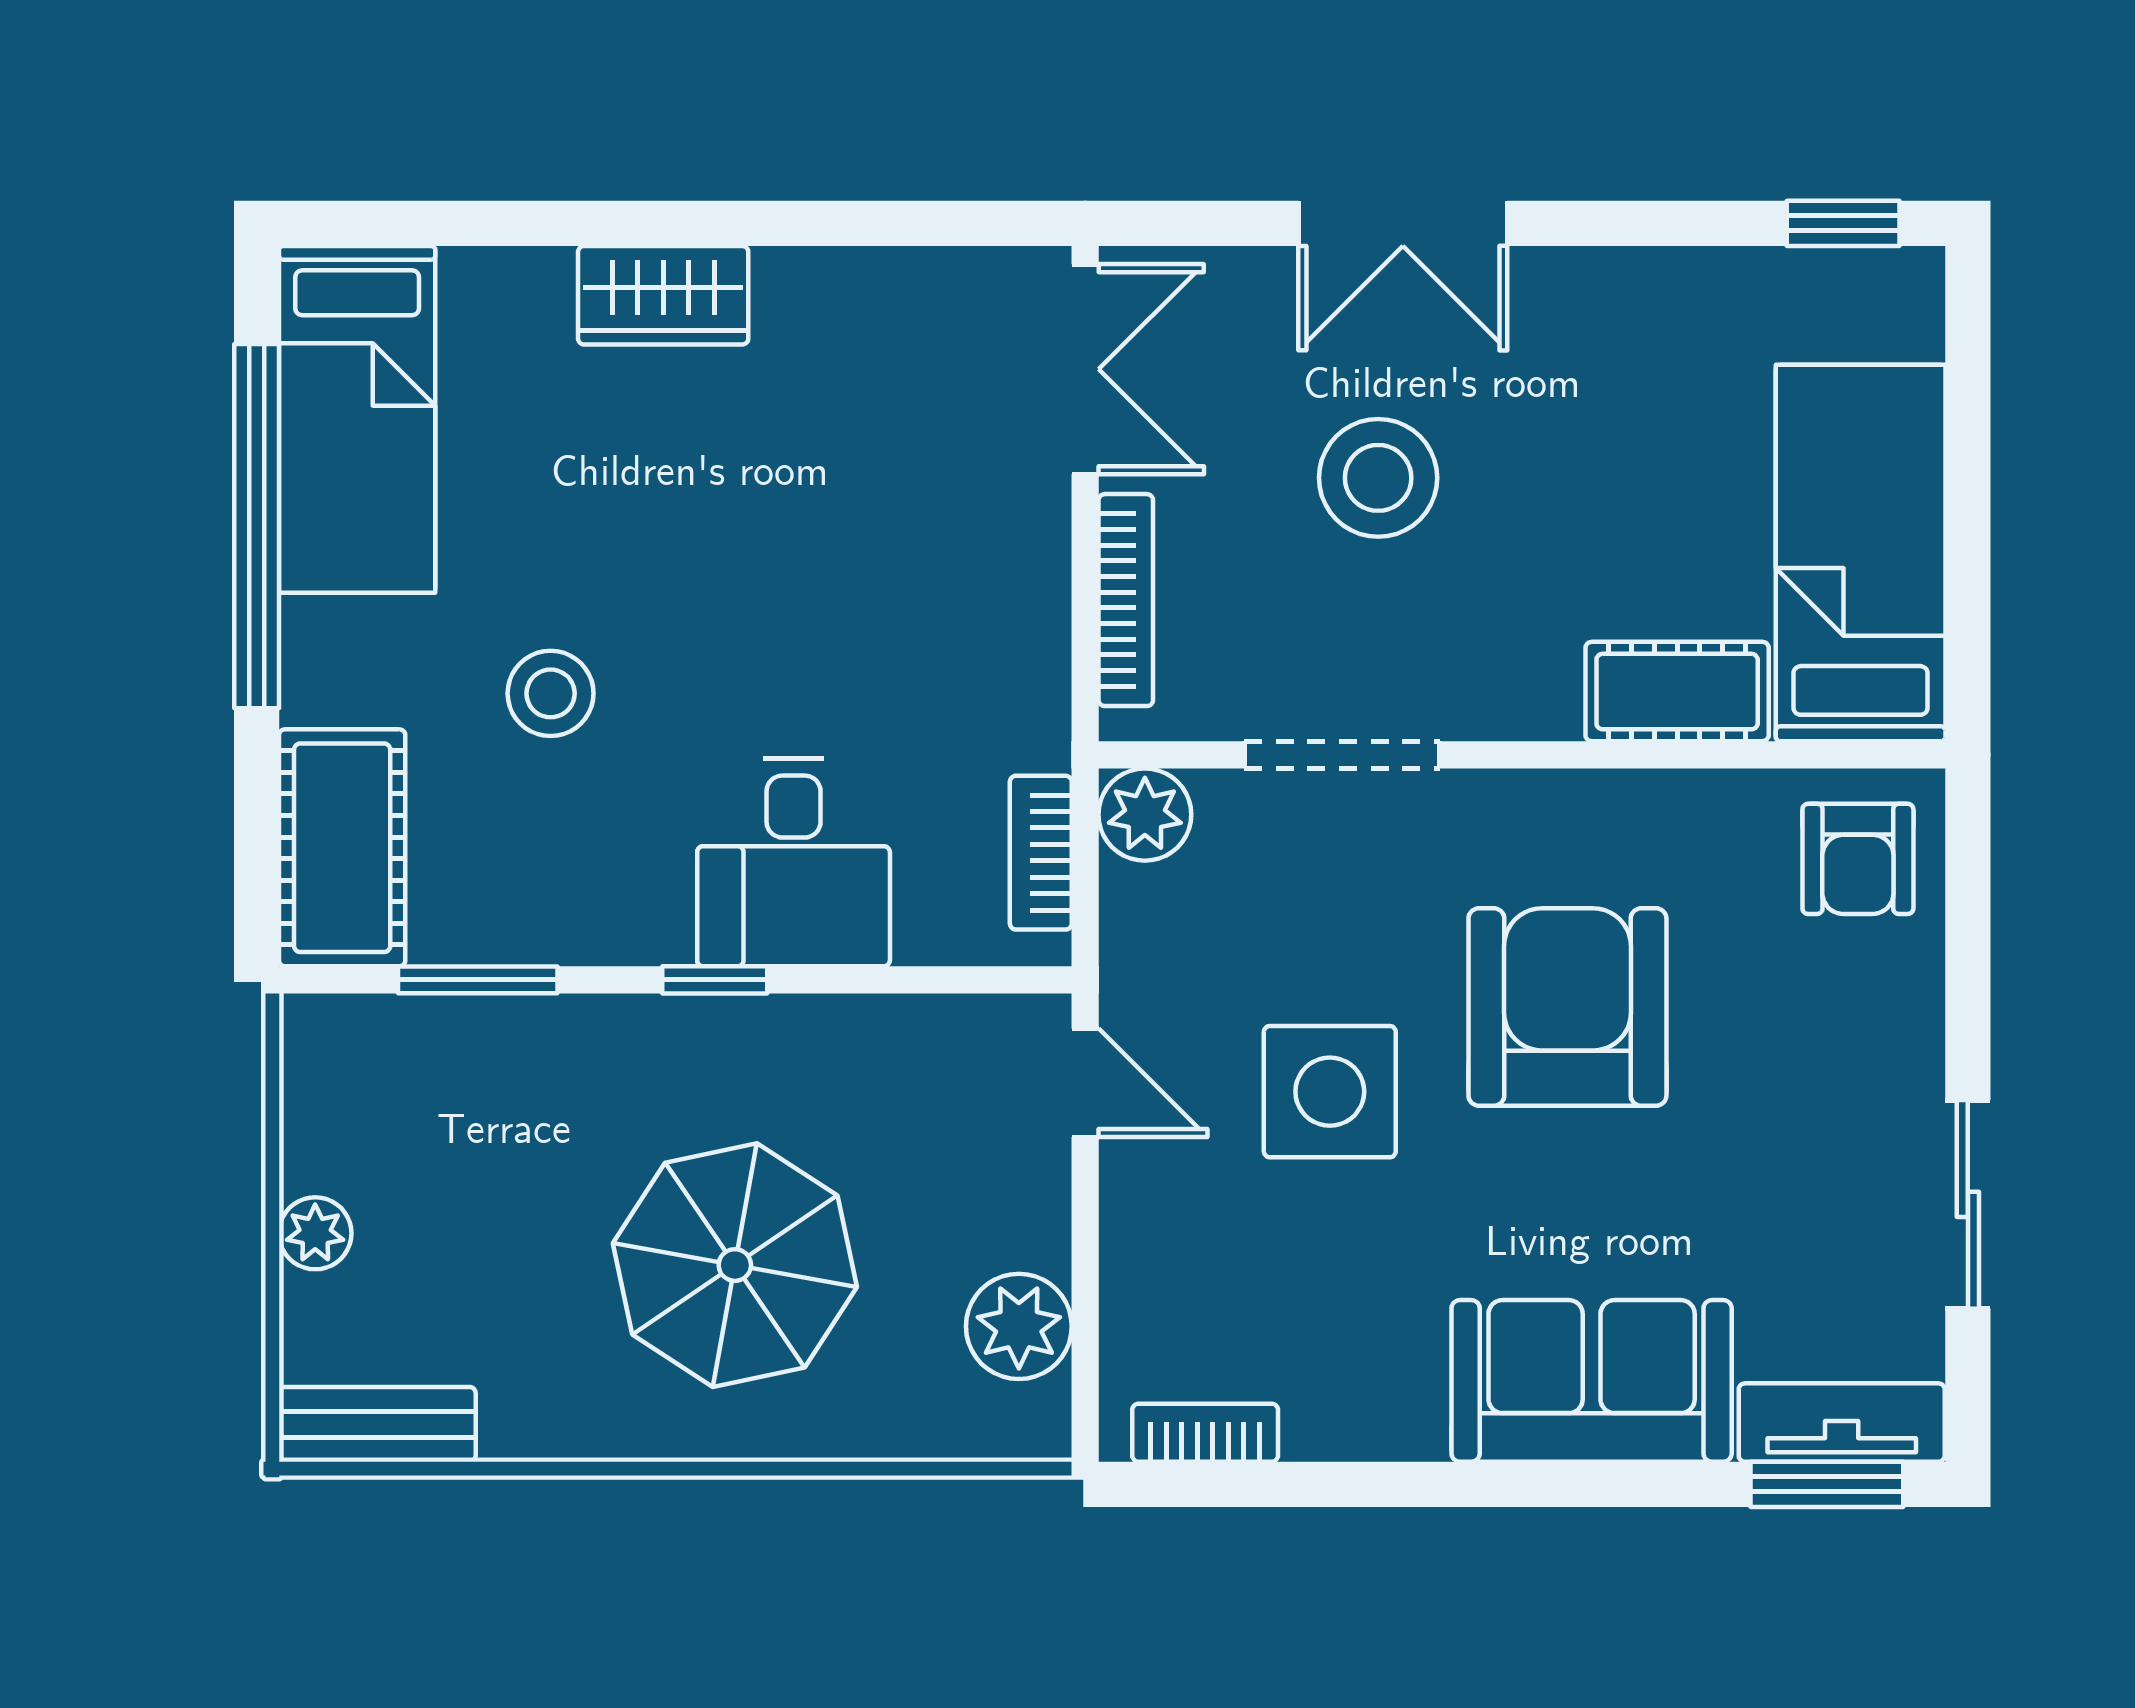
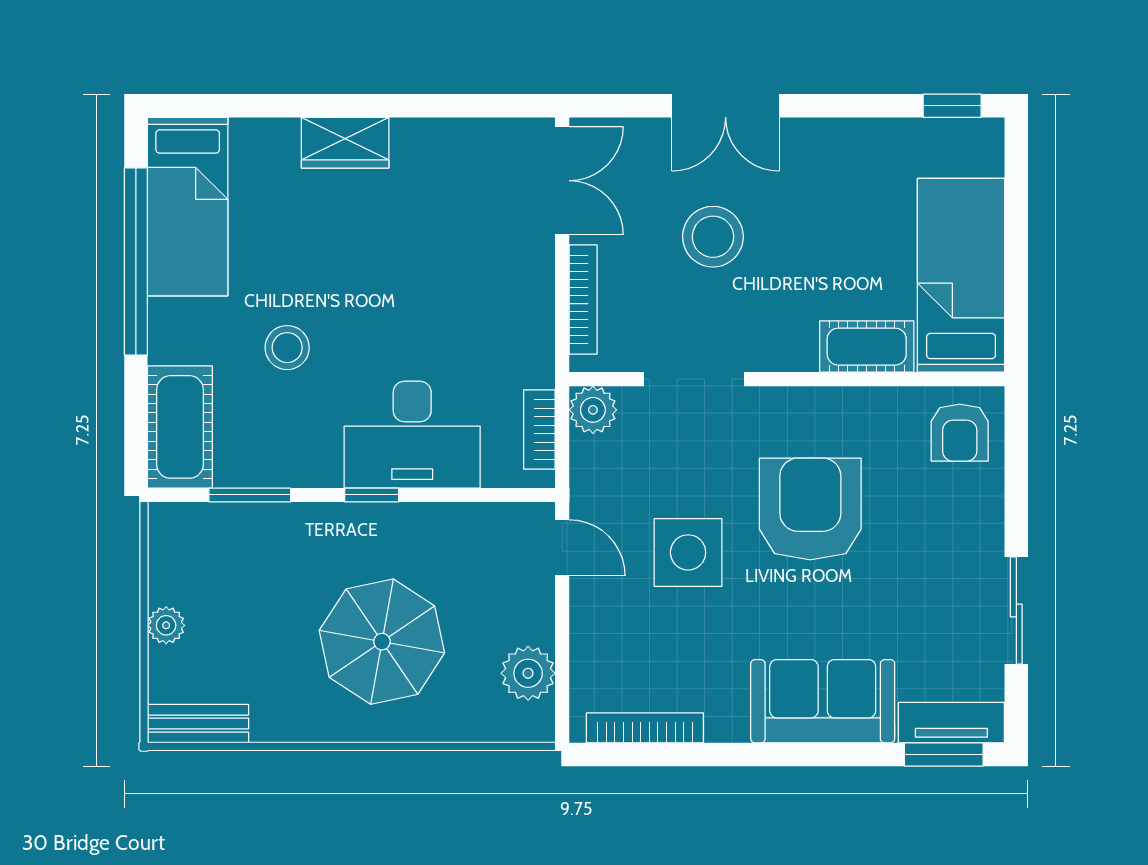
desk: (794, 863) -> (412, 435), width x1.37
bookcase: (1205, 1433) -> (645, 728), width x1.56

